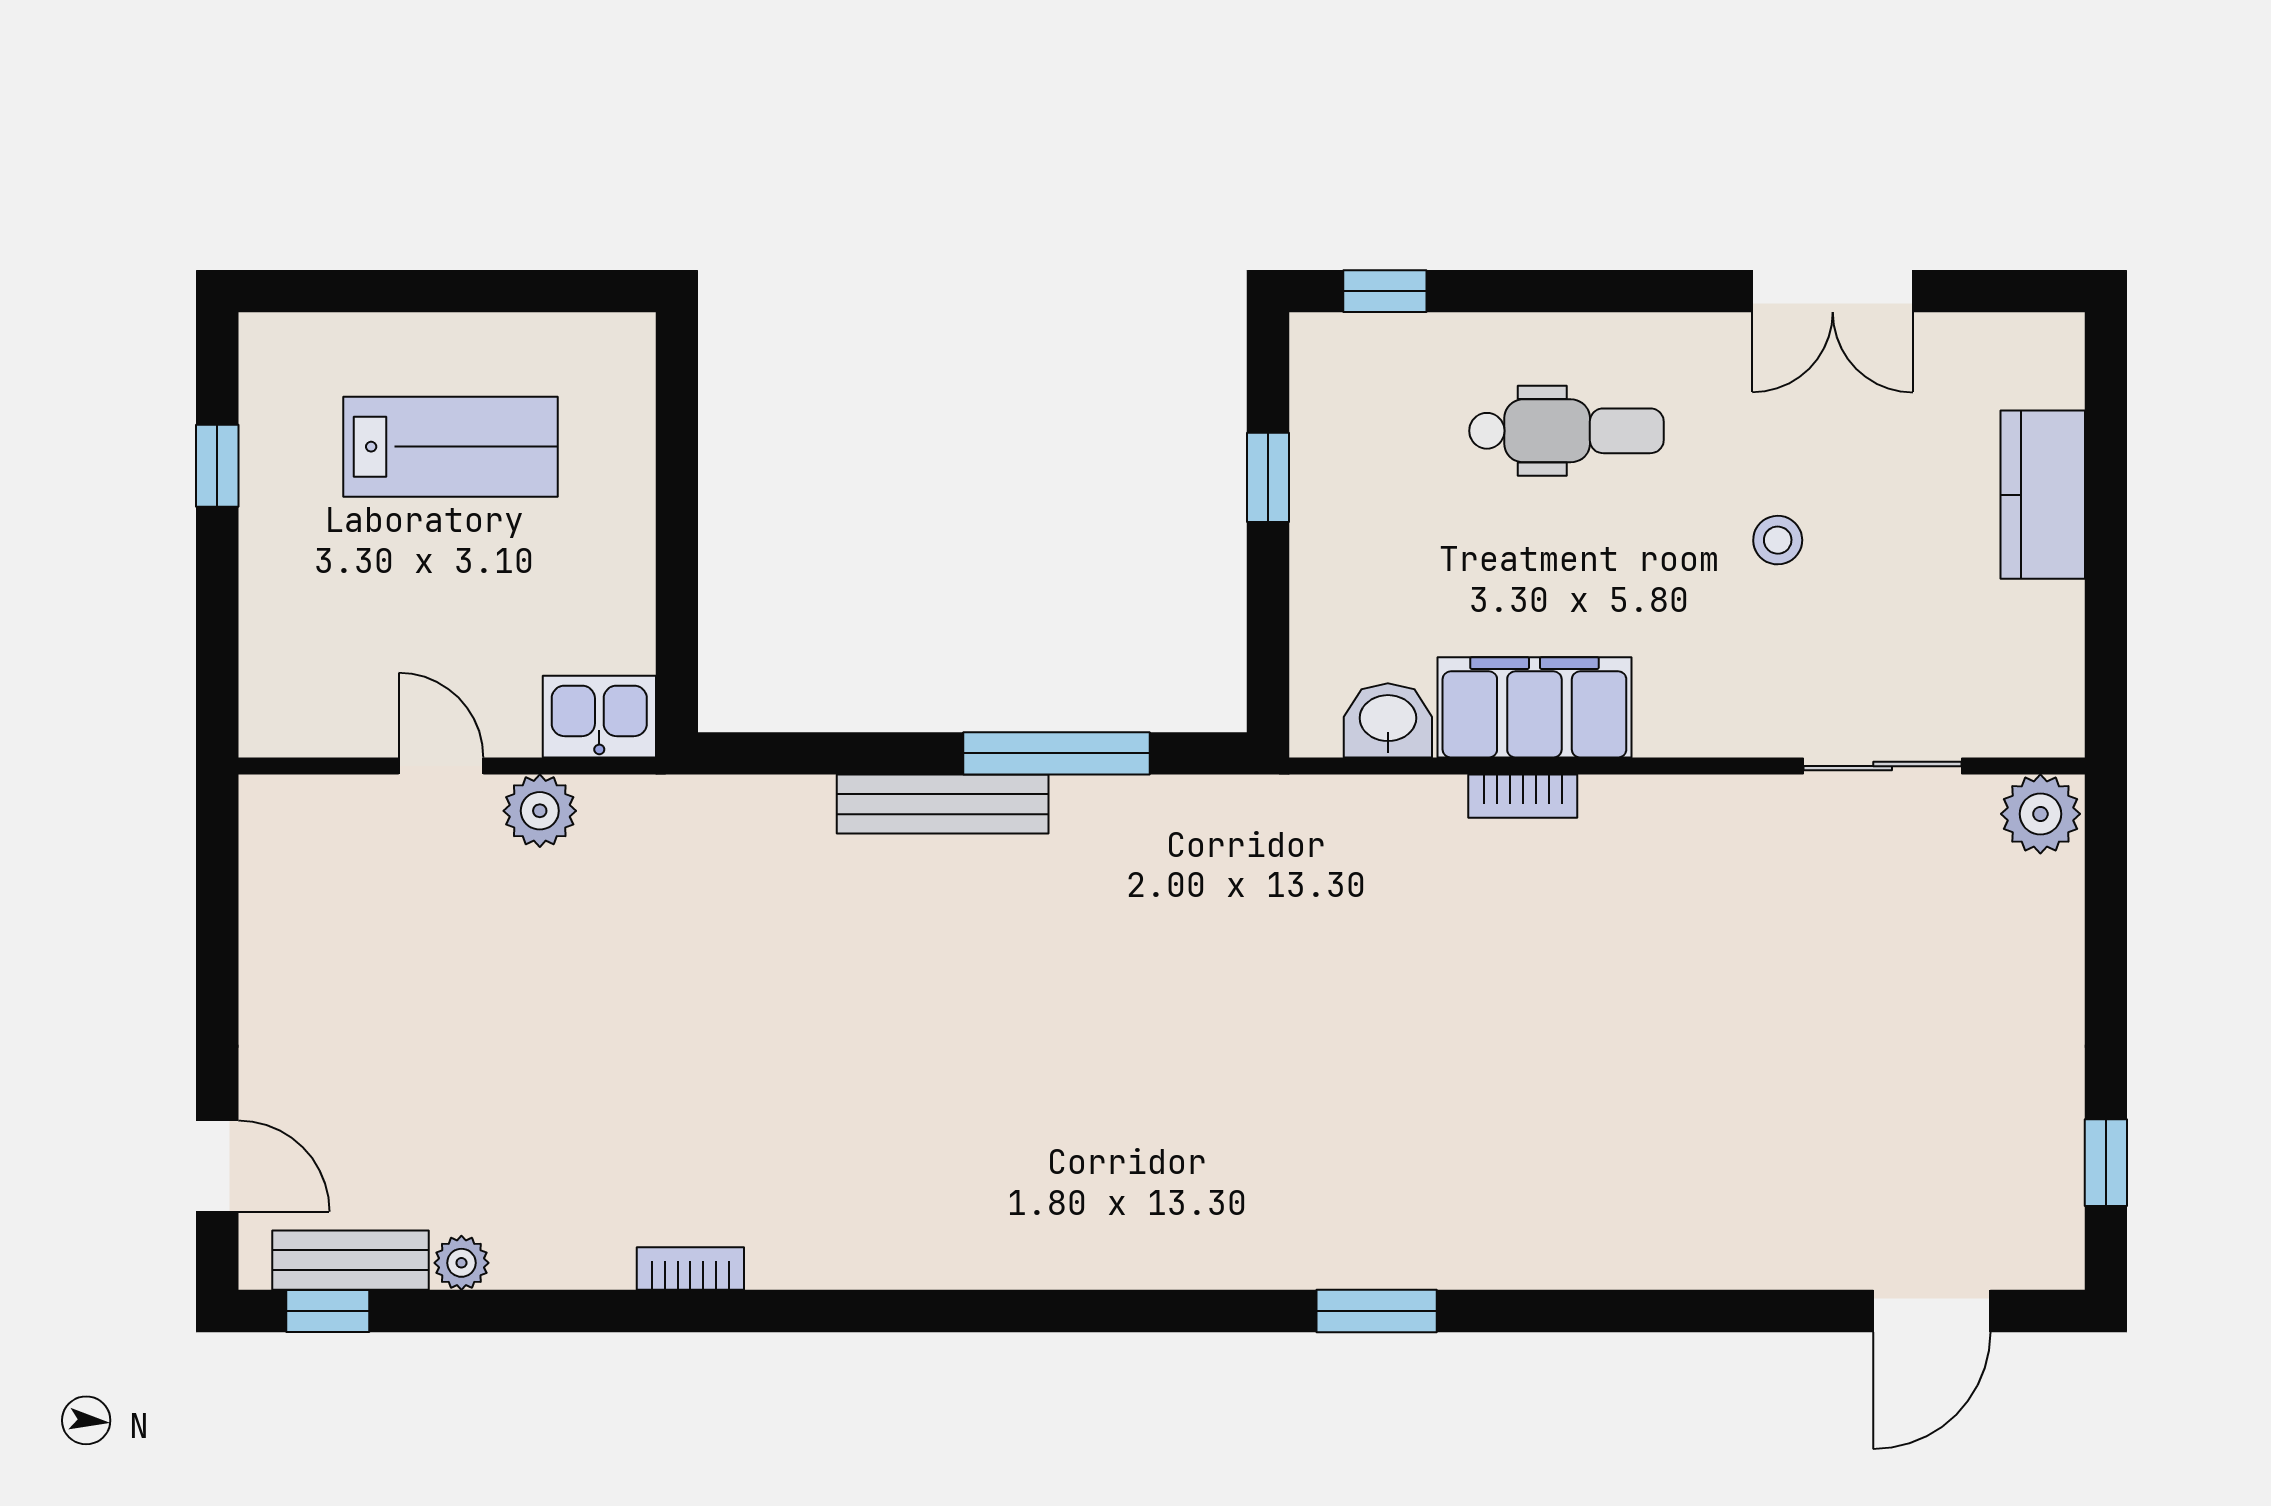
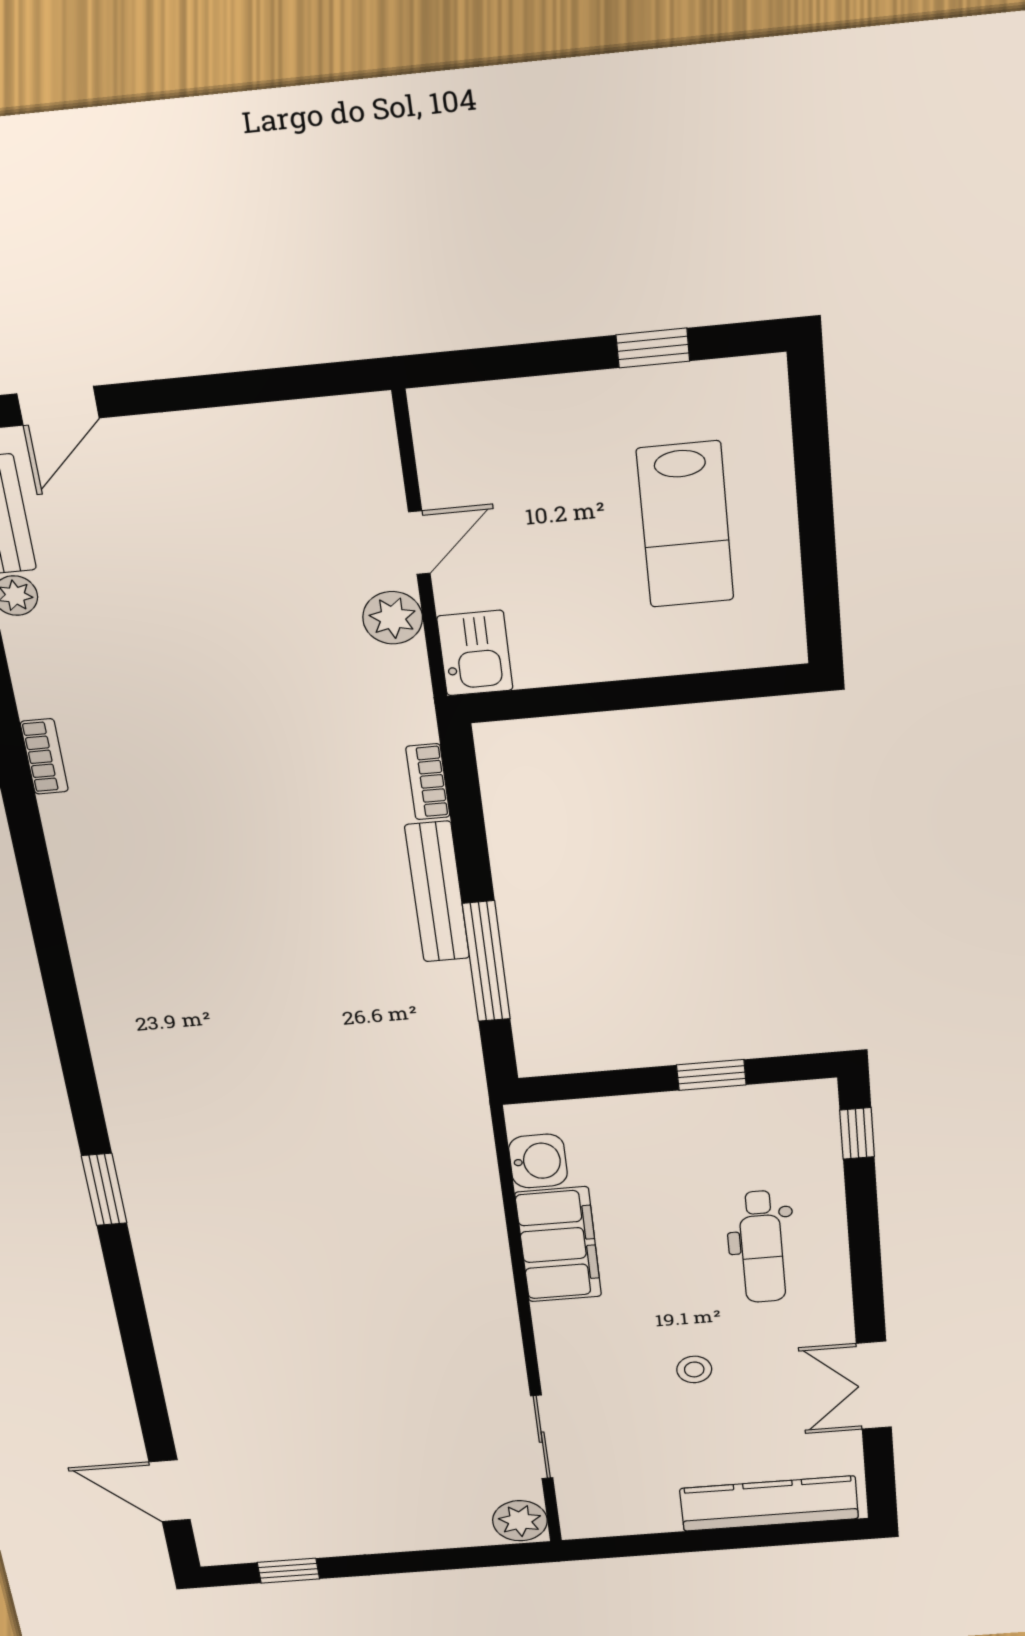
kitchen counter: (2043, 495) -> (769, 1504), width x1.50
bookcase: (1523, 796) -> (428, 782), moved

